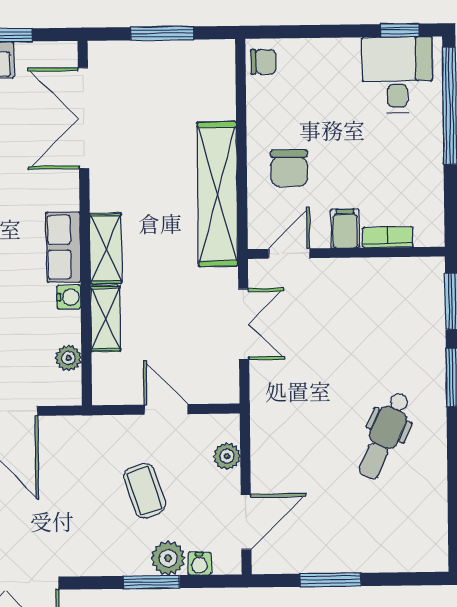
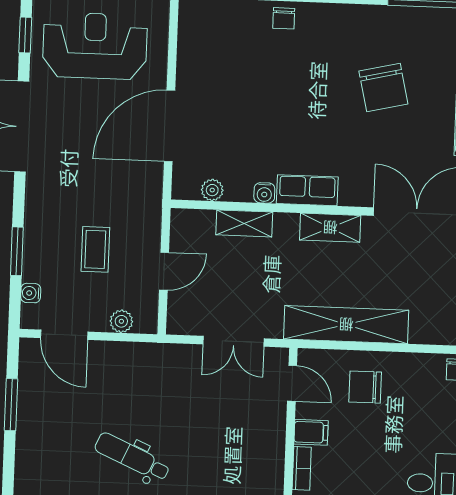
shelving: (106, 248) -> (330, 228), moved
coffee table: (145, 491) -> (95, 249), turned -71
plant: (168, 558) -> (37, 267), removed

